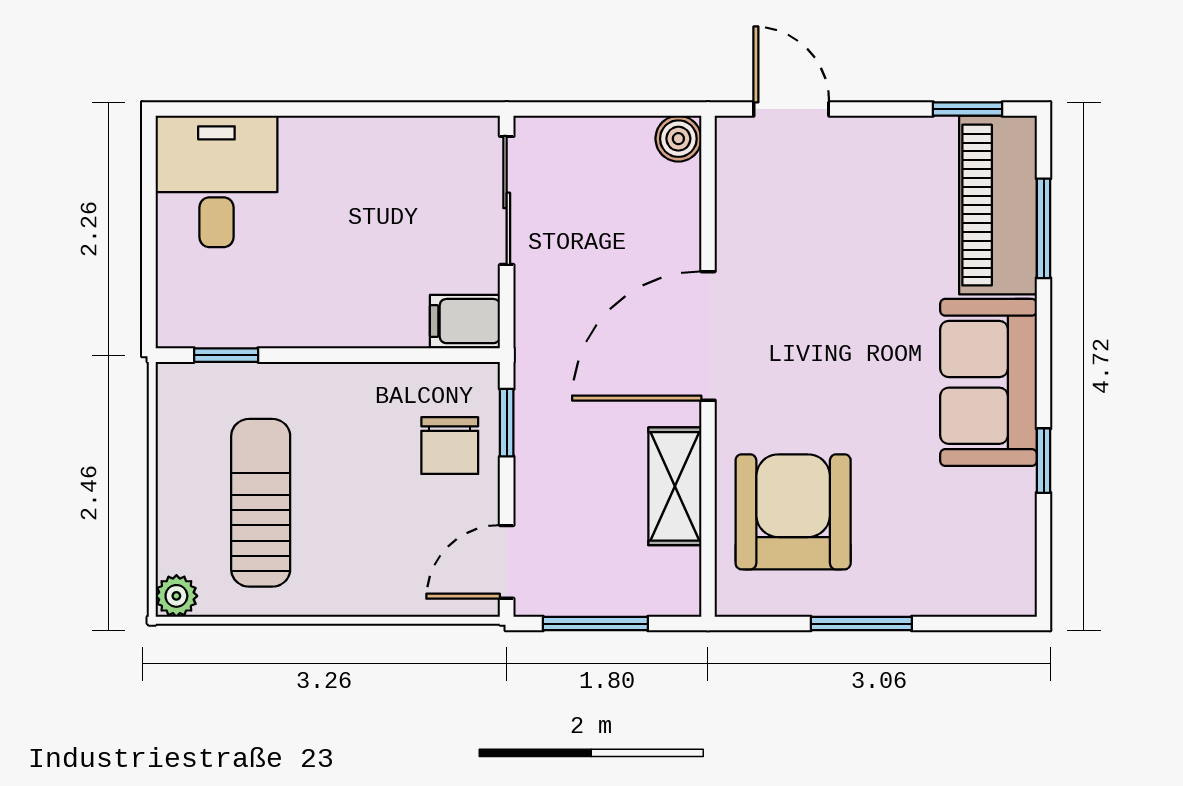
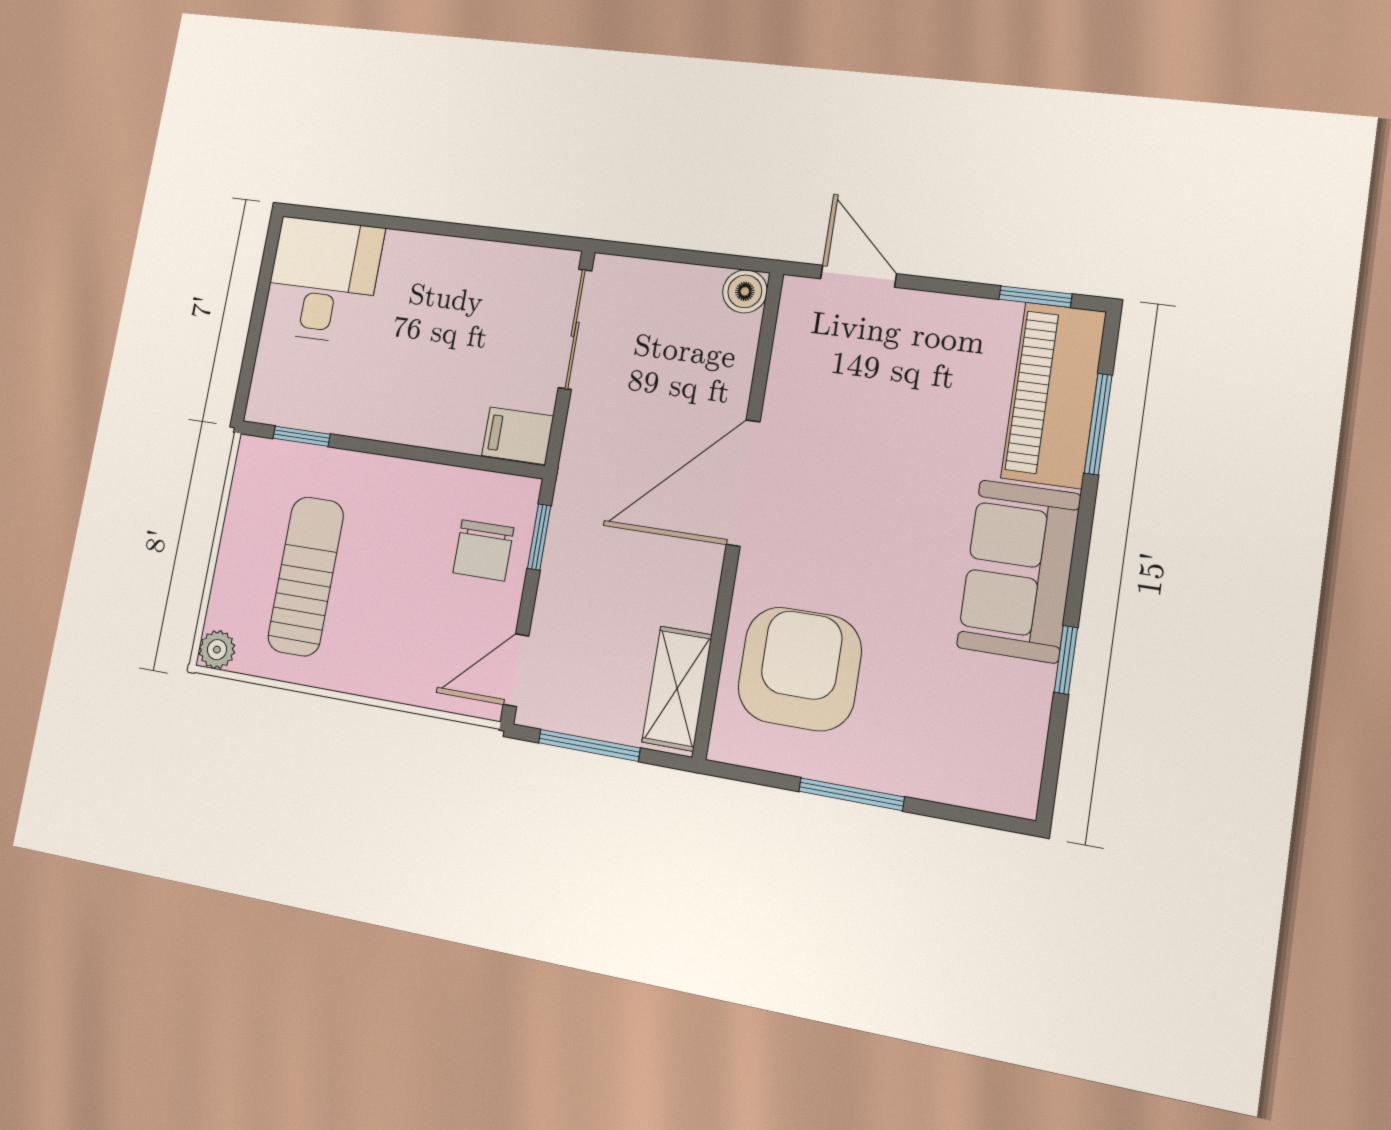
shelving: (675, 486) -> (677, 688), moved

